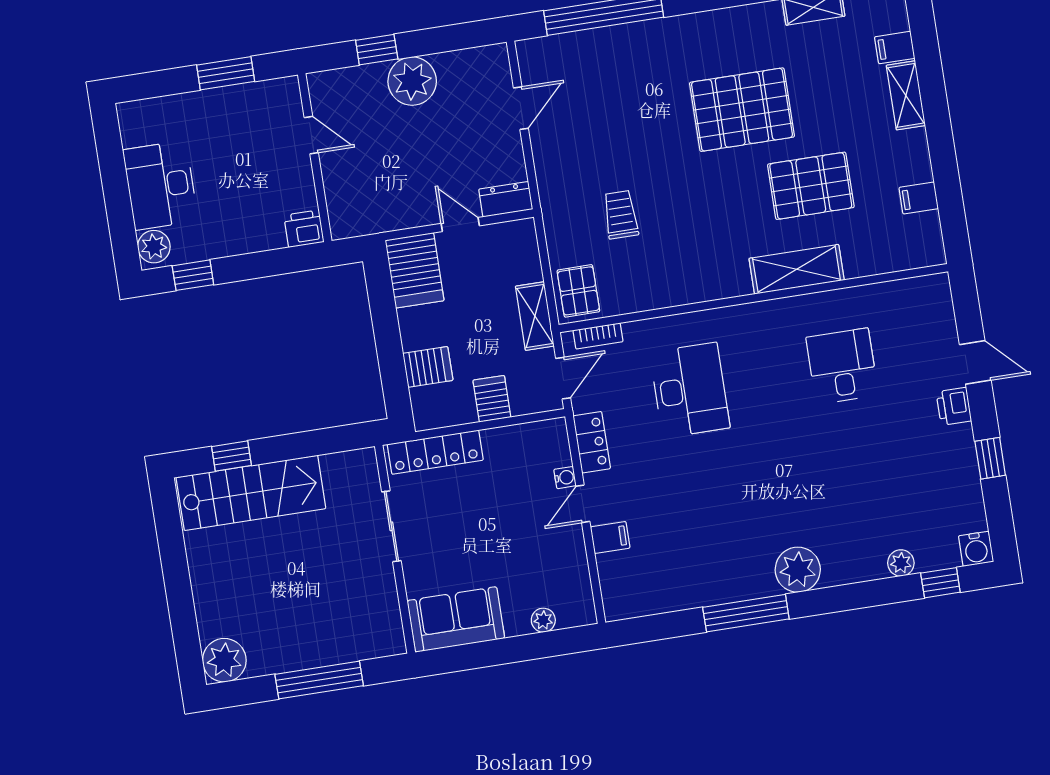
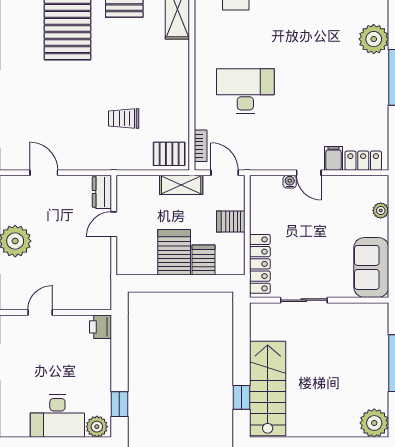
server rack: (415, 270) -> (174, 252), moved, turned -90
locker: (592, 442) -> (363, 161), moved

